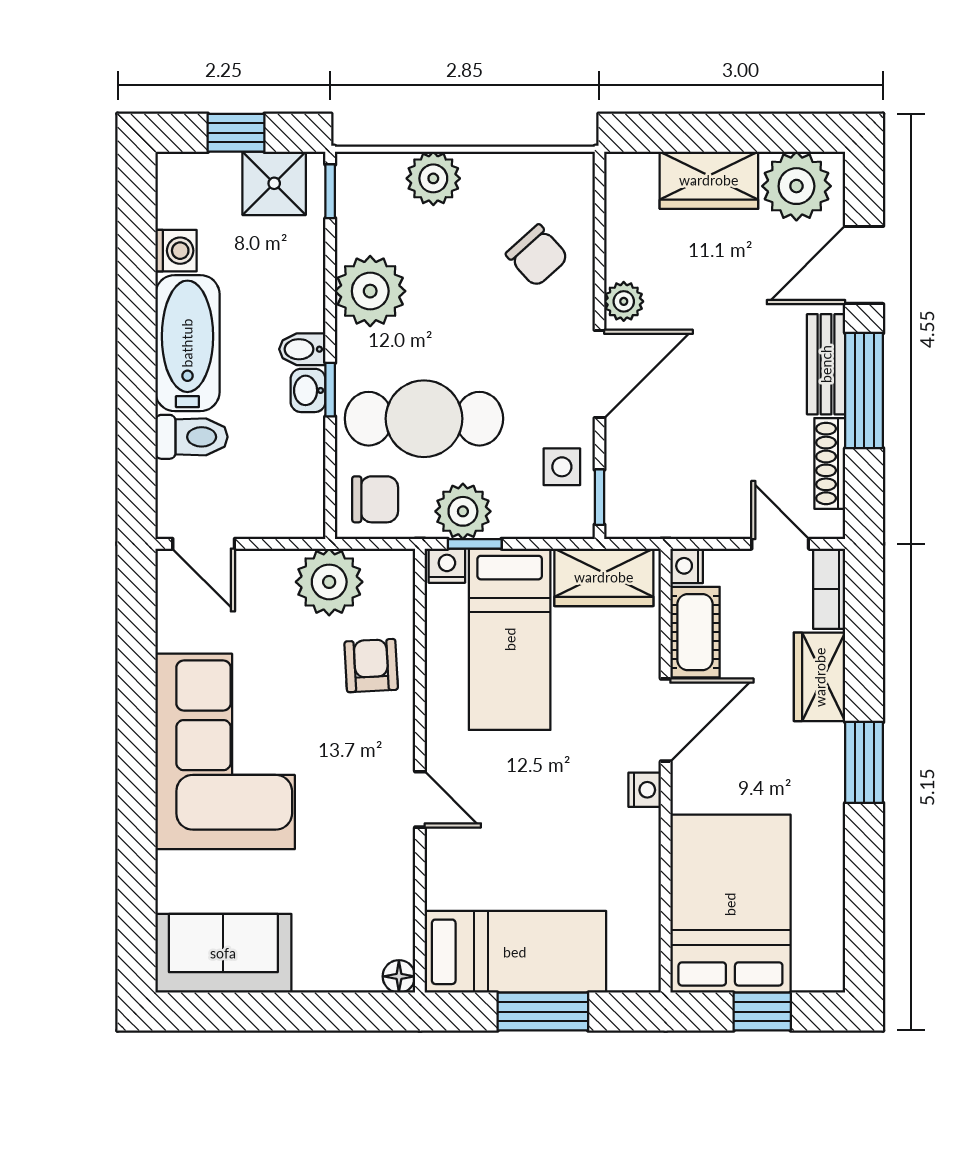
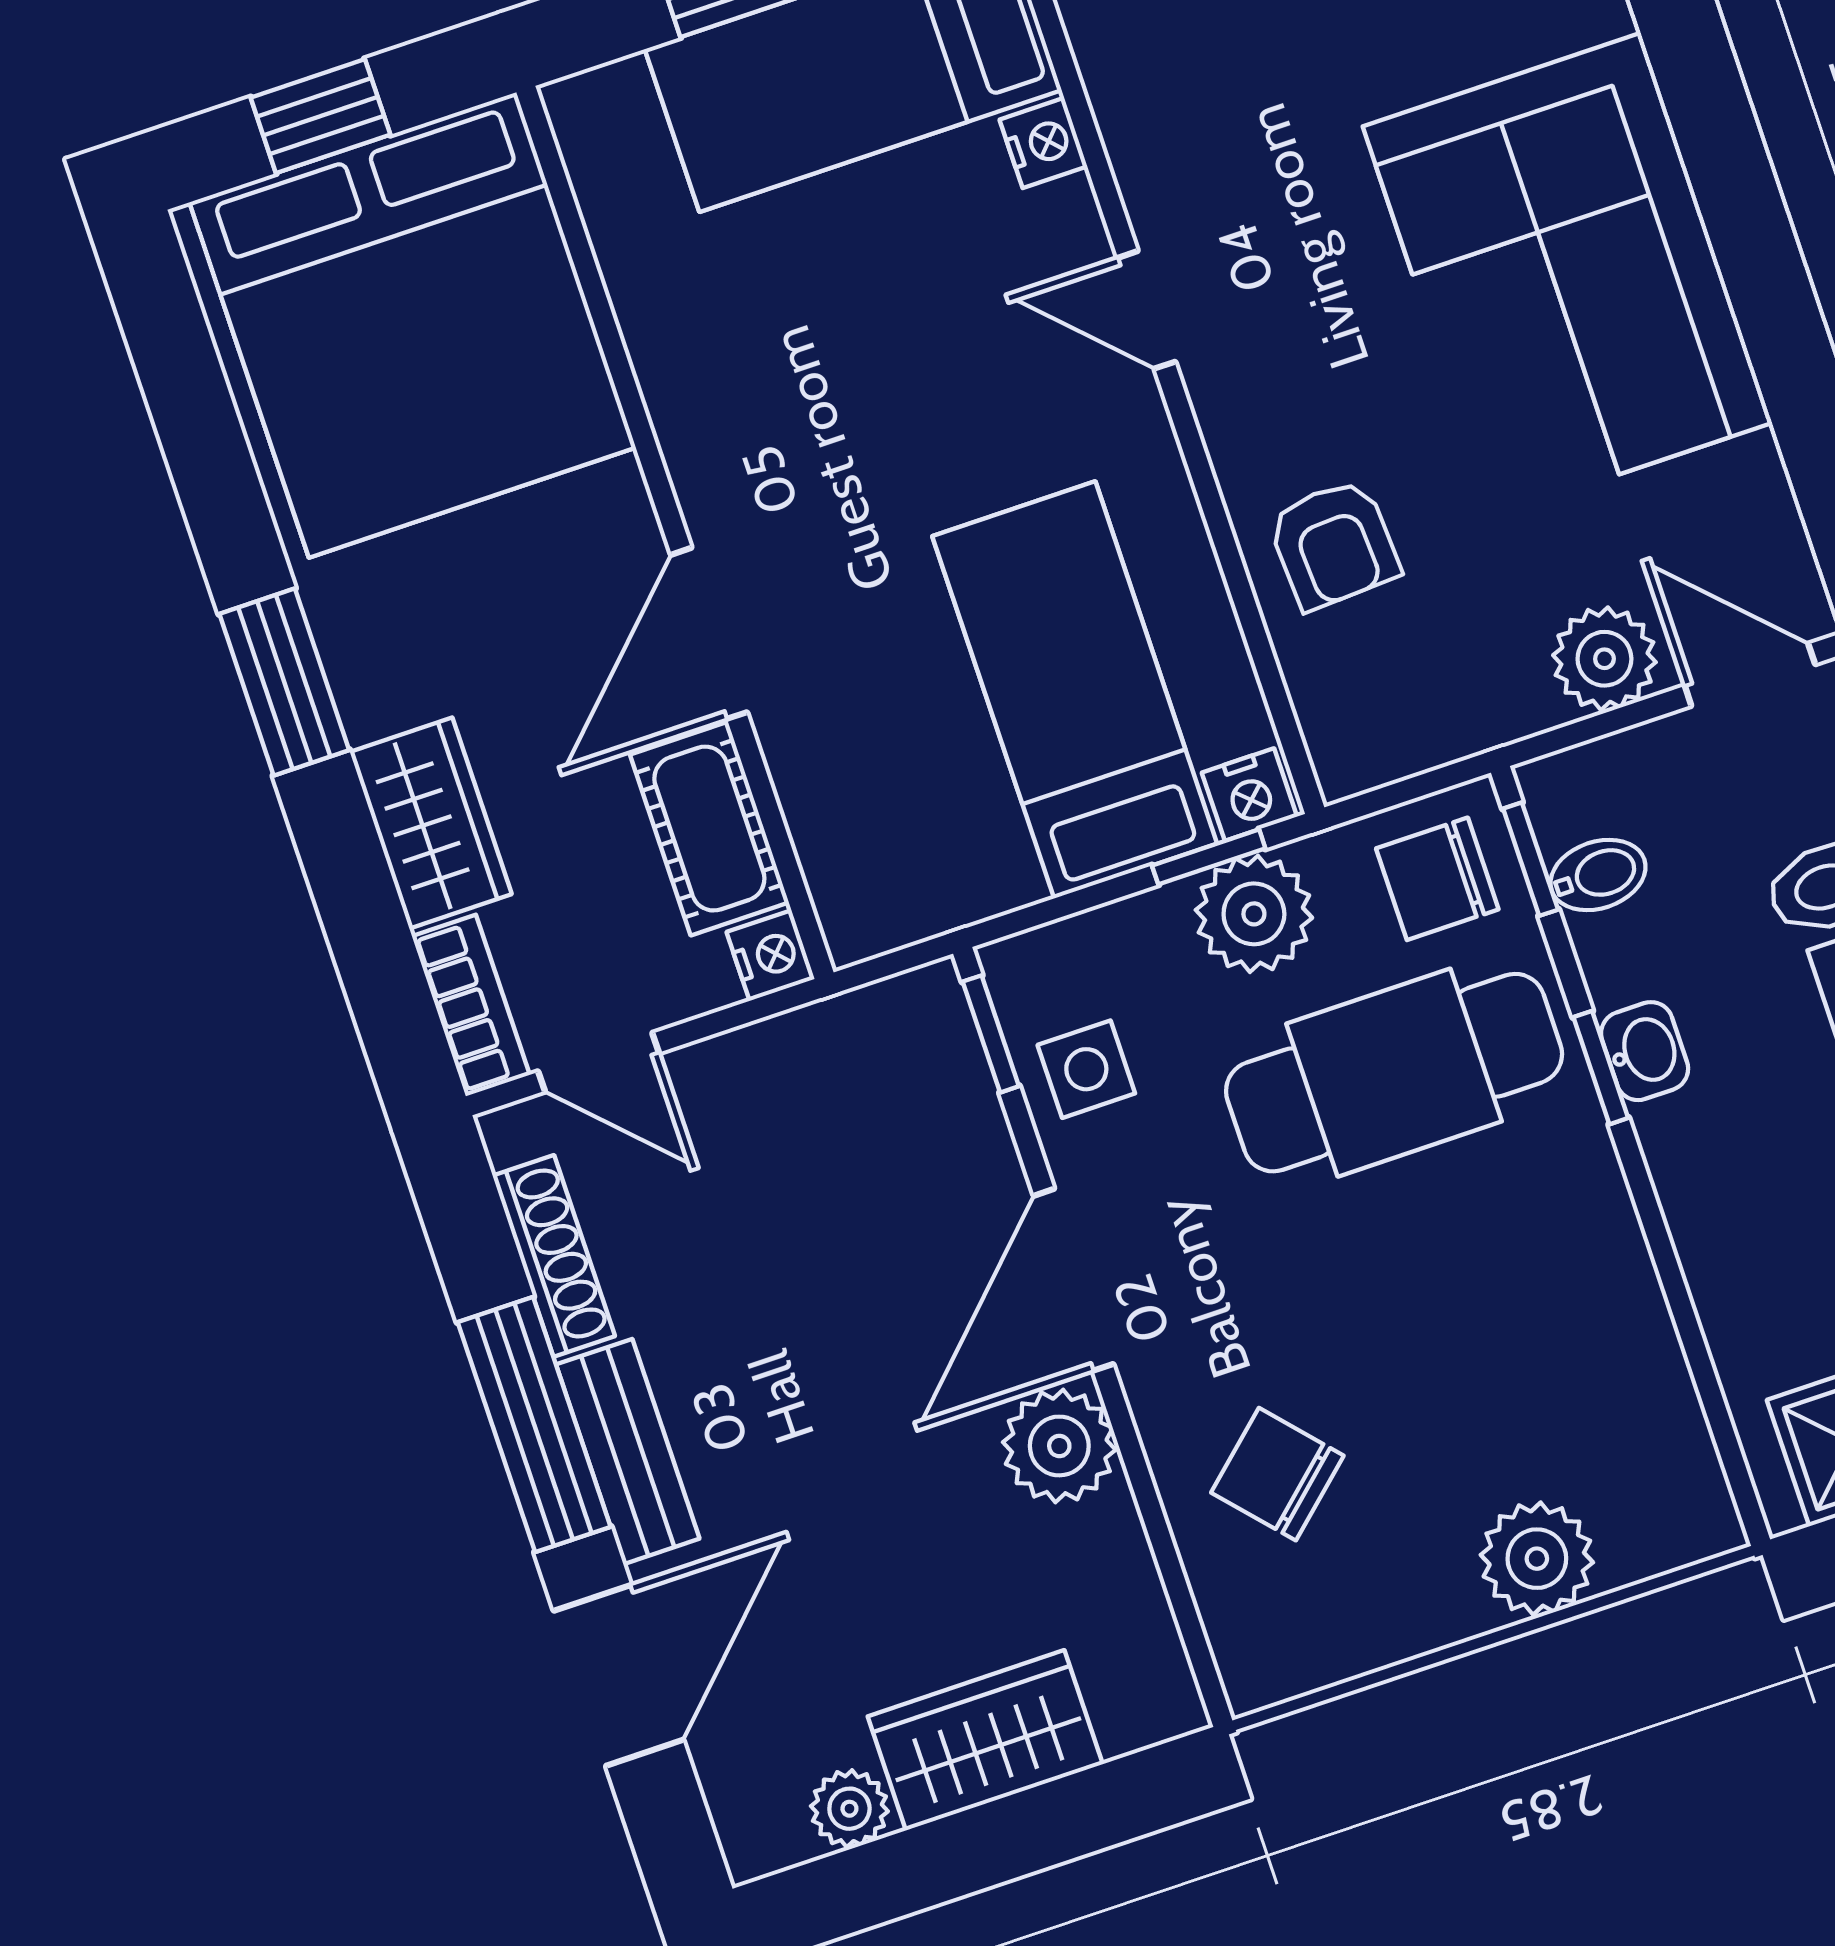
plant: (796, 186) -> (849, 1809), width x0.53, depth x0.53
window: (330, 191) -> (1531, 859), moved
plant: (370, 291) -> (1587, 1291), removed
plant: (624, 301) -> (1059, 1446), width x1.38, depth x1.38
bidet: (302, 349) -> (1598, 875), moved
wardrobe: (604, 577) -> (928, 877), removed
plant: (329, 582) -> (1604, 659), moved, width x0.73, depth x0.73
nightstand: (645, 790) -> (1043, 143), moved, turned 180
bed: (730, 904) -> (413, 325), width x1.36

